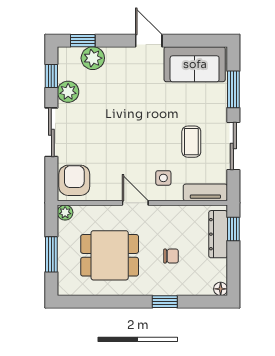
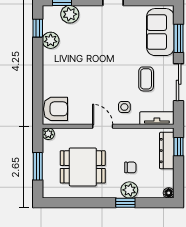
sofa: (195, 64) -> (160, 32), moved, turned 90
sliding door: (51, 132) -> (38, 72), removed
armchair: (74, 180) -> (55, 109), turned 90
plant: (170, 285) -> (129, 190), added

